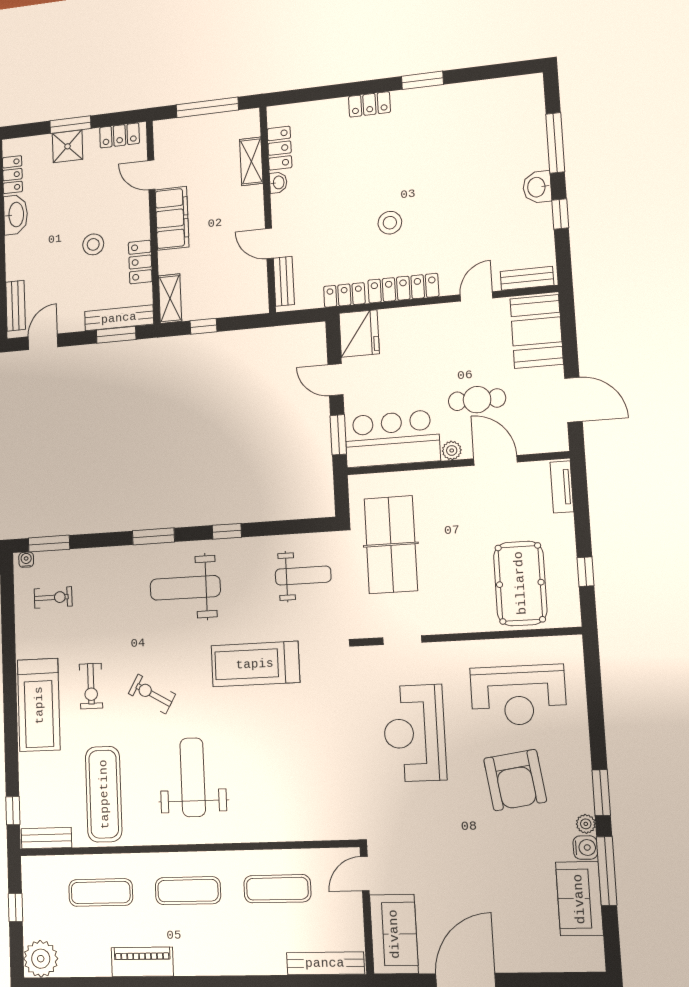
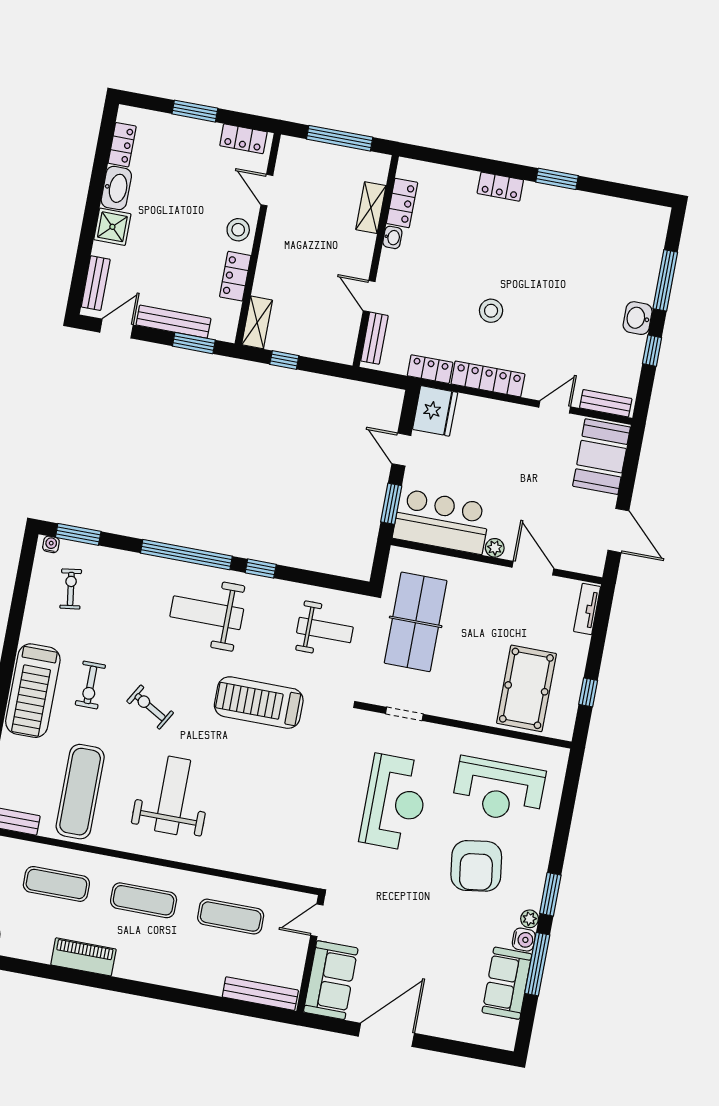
shower: (68, 146) -> (112, 227), moved
filing cabinet: (172, 218) -> (278, 241), removed
stool: (93, 244) -> (238, 230), moved
bench: (119, 318) -> (173, 322), moved
cafe table: (477, 400) -> (530, 506), removed
window: (153, 536) -> (186, 555), width x2.11
exercise bike: (53, 597) -> (71, 589), turned -98
reception desk: (414, 733) -> (395, 802), turned 180

